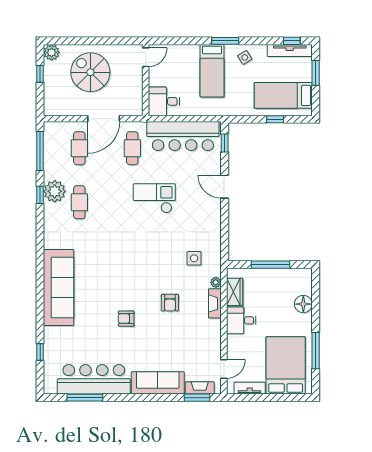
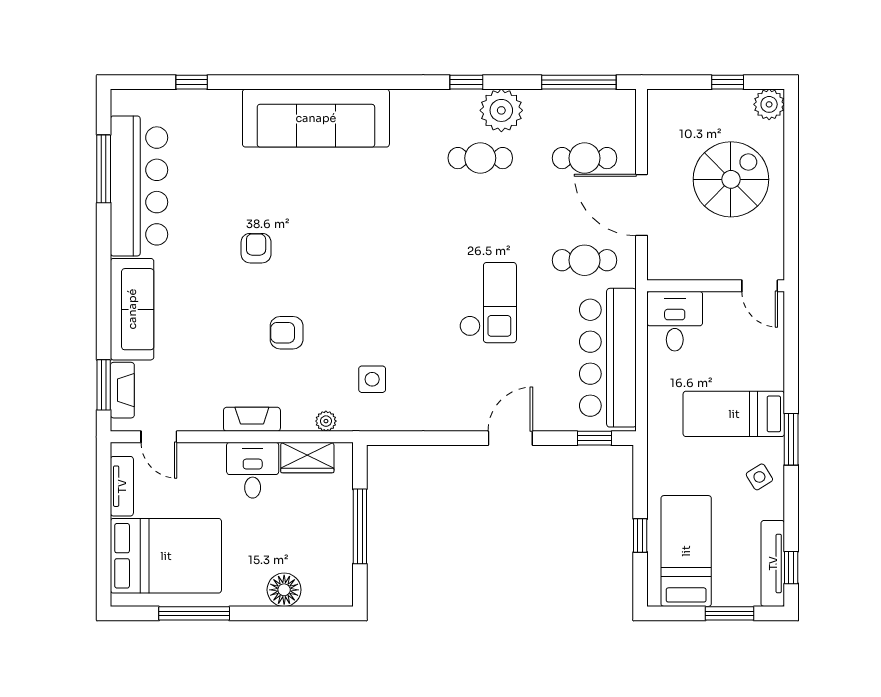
window: (40, 195) -> (466, 82), moved
fireplace: (215, 303) -> (252, 419), moved

